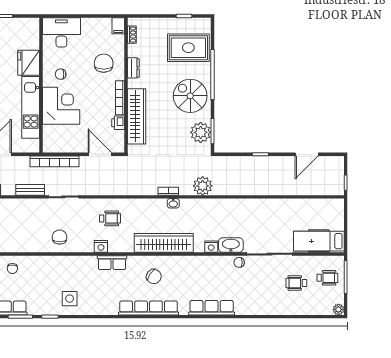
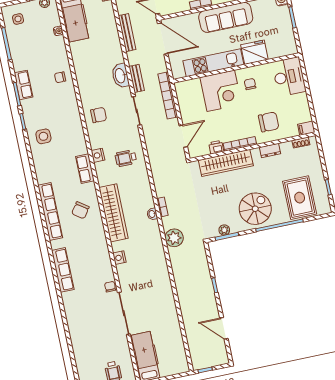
plant: (201, 132) -> (224, 230), width x0.53, depth x0.53
wheelchair: (110, 218) -> (126, 158), turned 90
washbasin: (231, 245) -> (120, 76), moved, turned 180
wheelchair: (296, 283) -> (102, 344), removed

